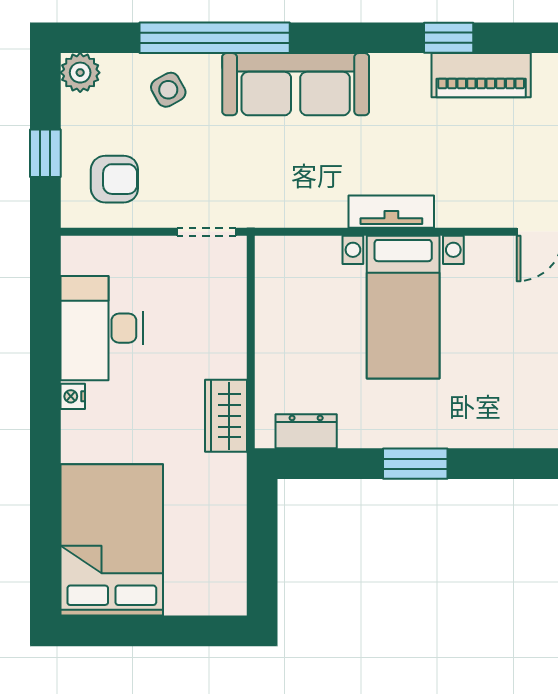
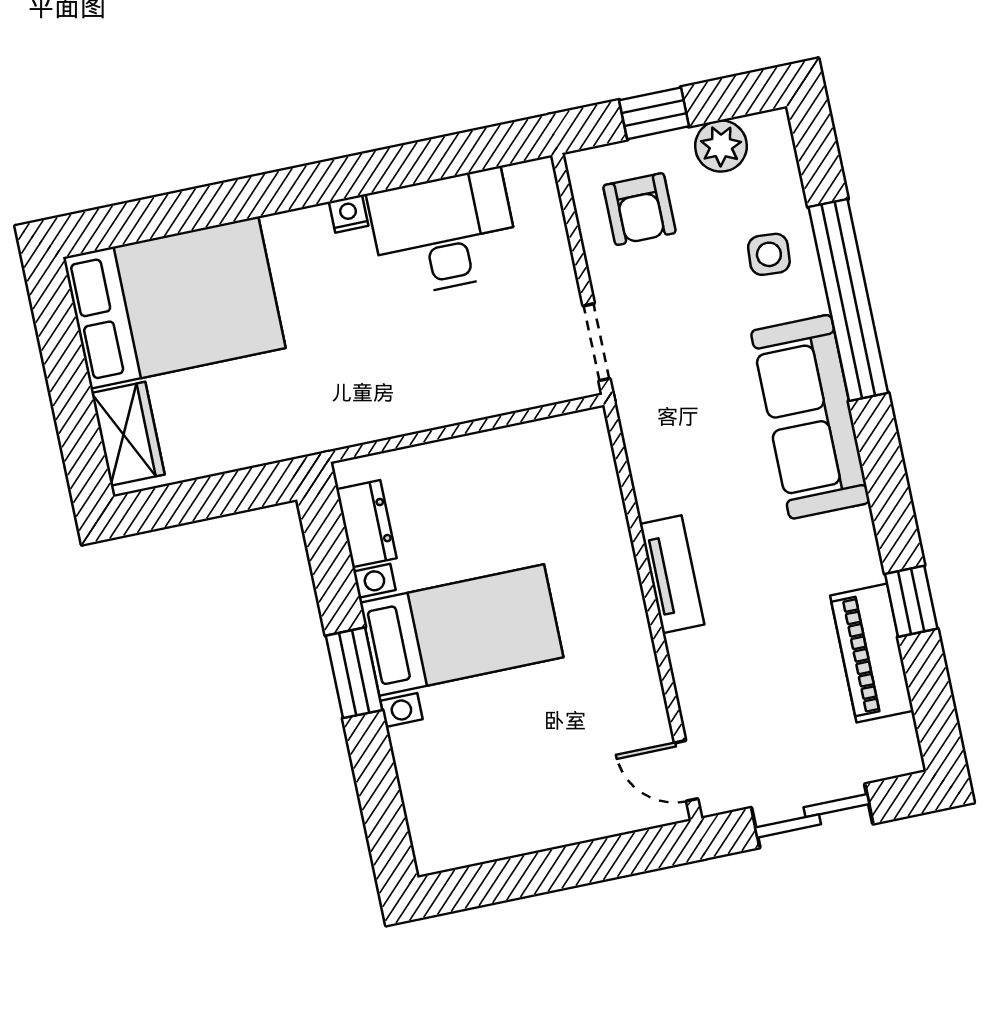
plant: (80, 73) -> (721, 146), moved
side table: (168, 90) -> (769, 254), turned 33
bed with nightstands: (403, 307) -> (462, 630), moved, turned 180
wardrobe: (226, 416) -> (128, 434), moved, turned 90

